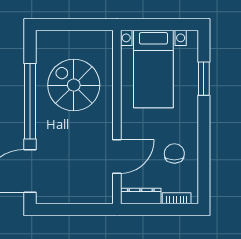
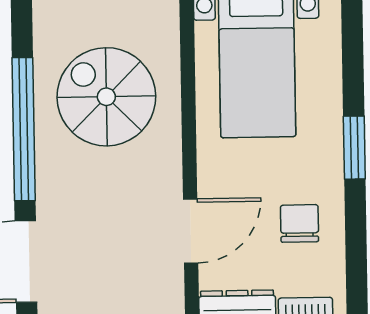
window: (204, 79) -> (354, 148), moved

